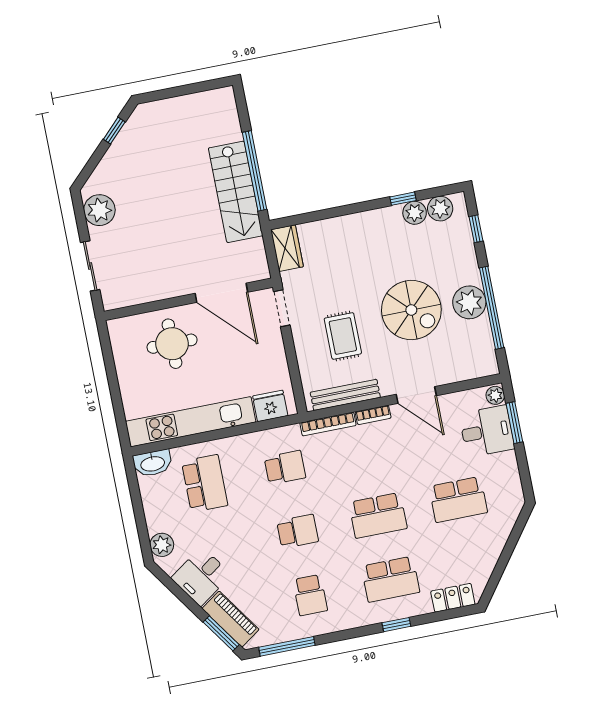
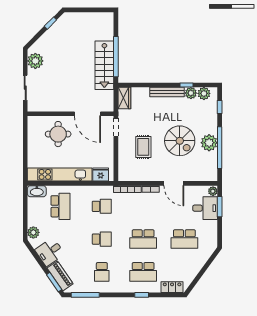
bench: (345, 395) -> (167, 92), moved

